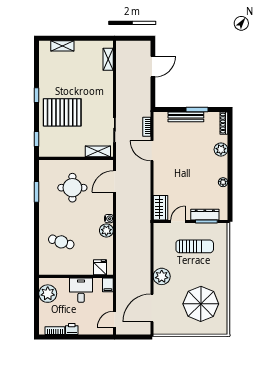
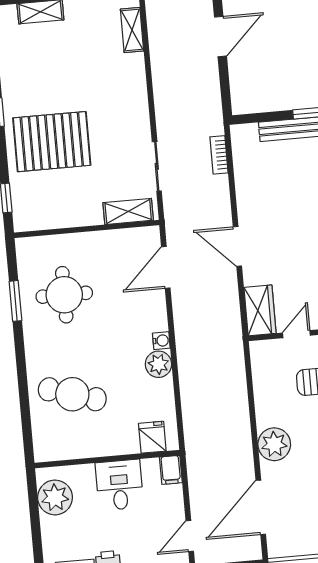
door: (152, 151) -> (237, 246), moved
round table: (72, 188) -> (64, 295), moved
cafe table: (61, 242) -> (72, 394), width x1.37, depth x1.35

